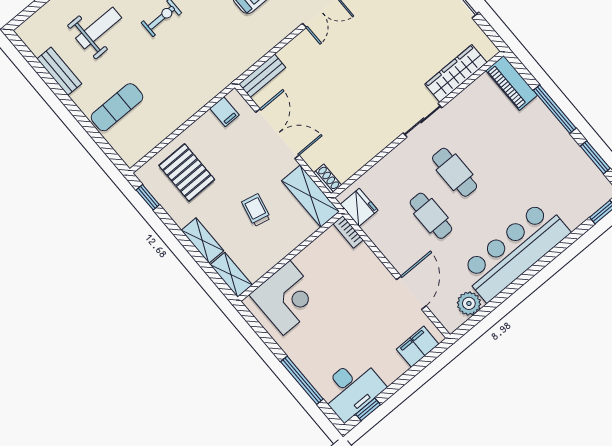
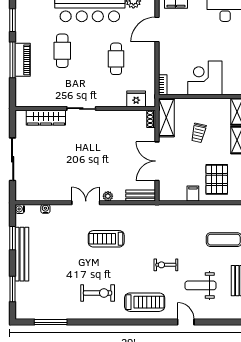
plant: (301, 42) -> (108, 196), added
piano: (512, 83) -> (23, 60), moved
filing cabinet: (225, 112) -> (193, 193), moved
cafe table: (455, 172) -> (62, 51), moved
fridge: (359, 207) -> (136, 99), moved, turned 90
corner desk: (287, 298) -> (205, 78), moved

